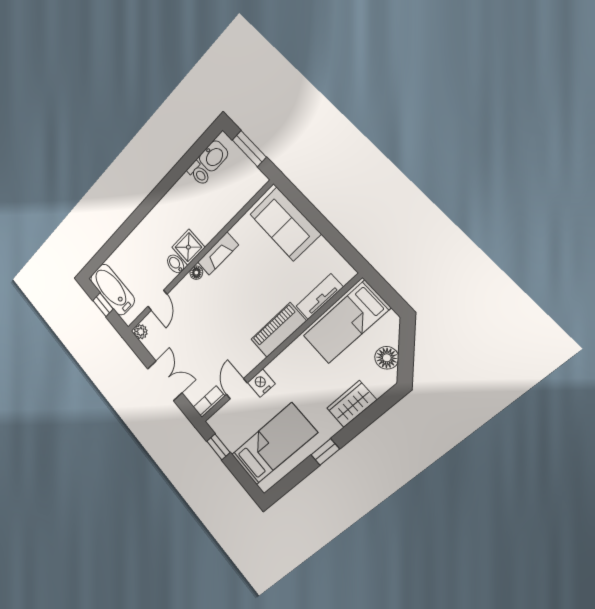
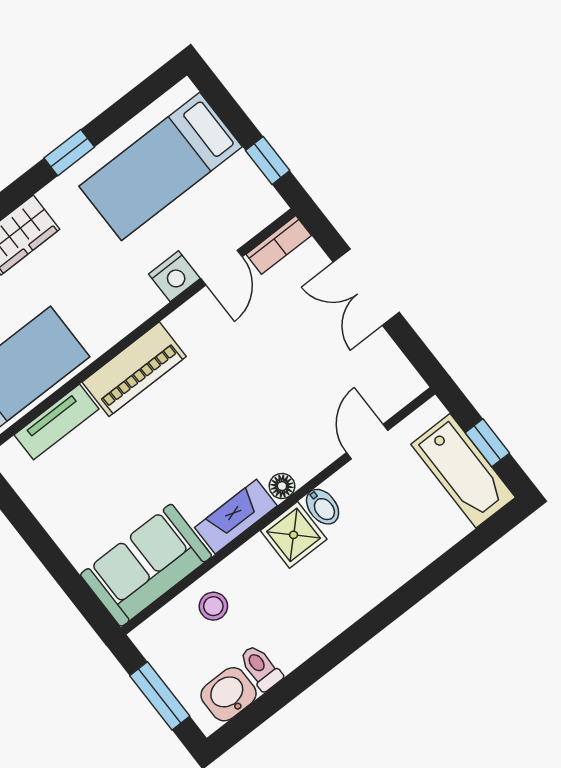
stool: (225, 203) -> (213, 606), added
sofa: (285, 224) -> (146, 565), moved, turned -90
plant: (141, 332) -> (409, 384), removed

